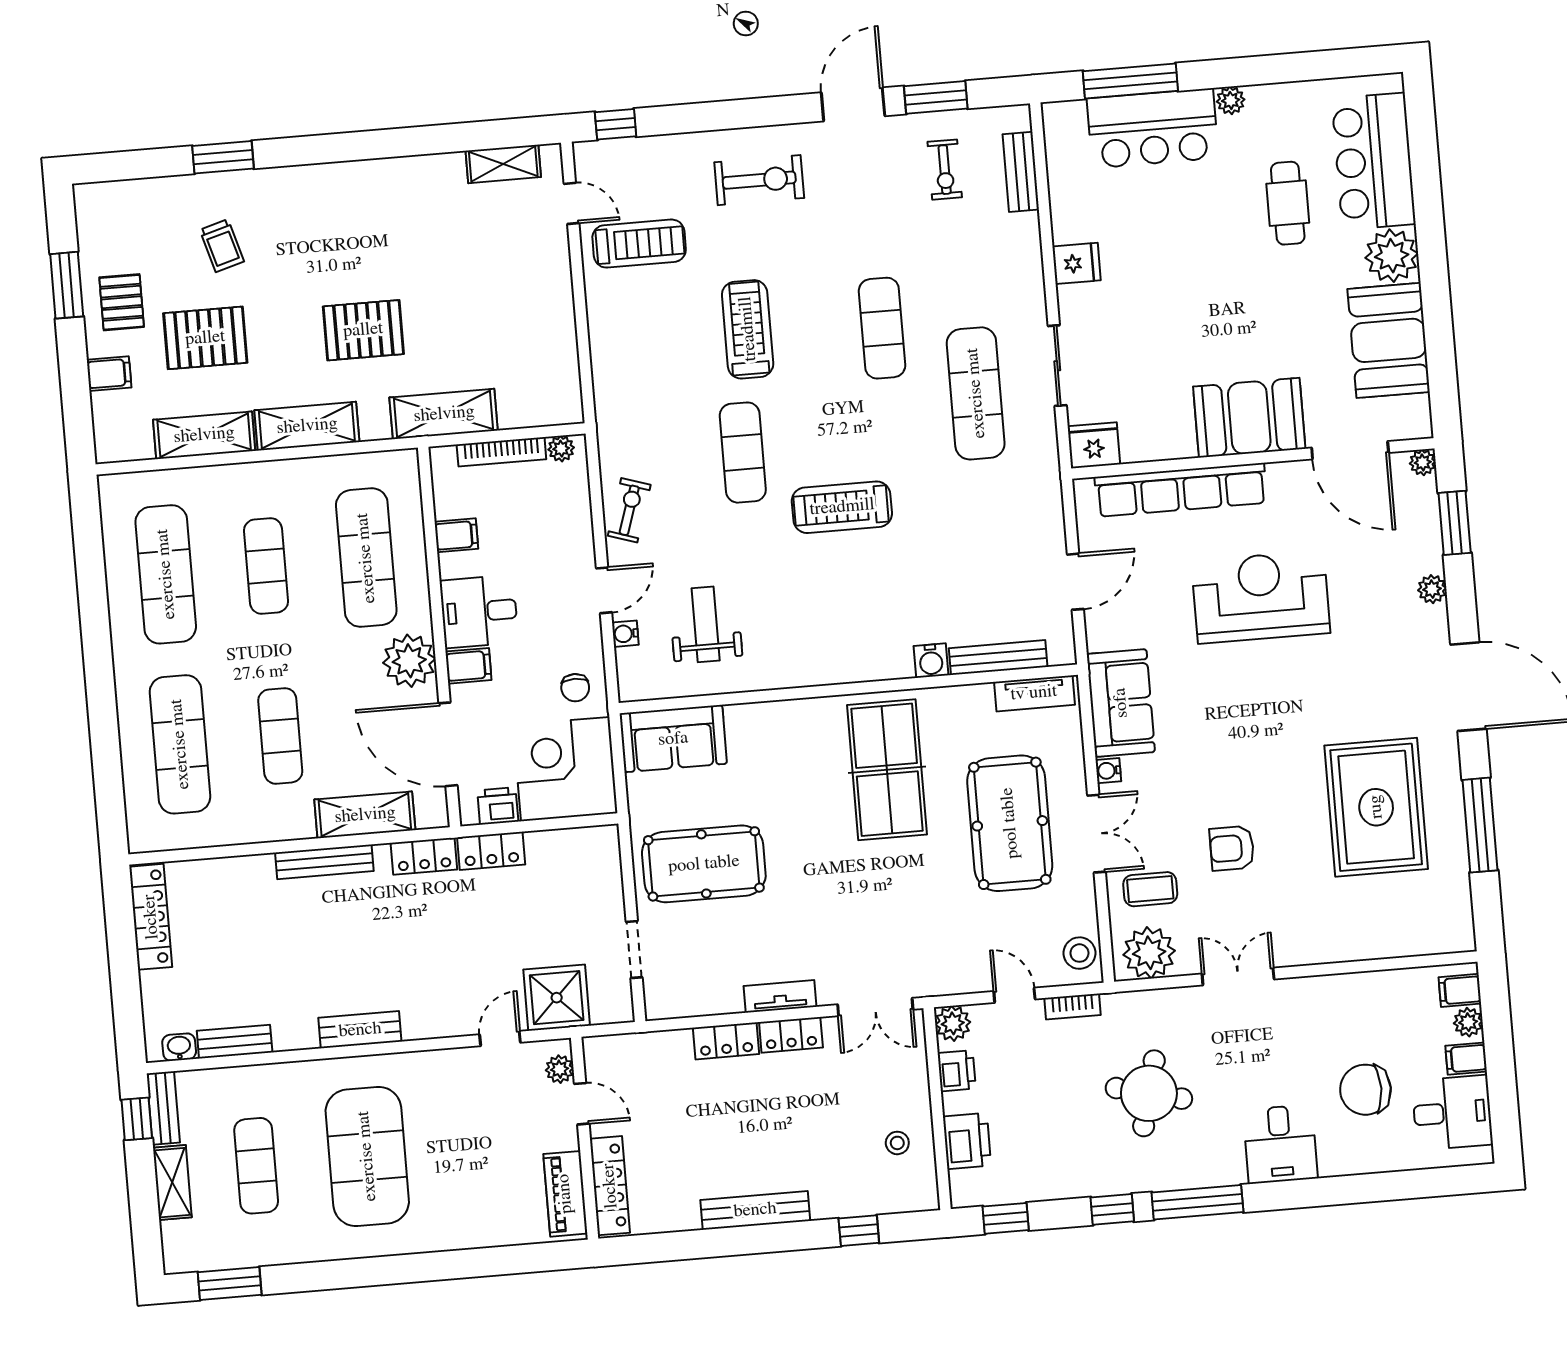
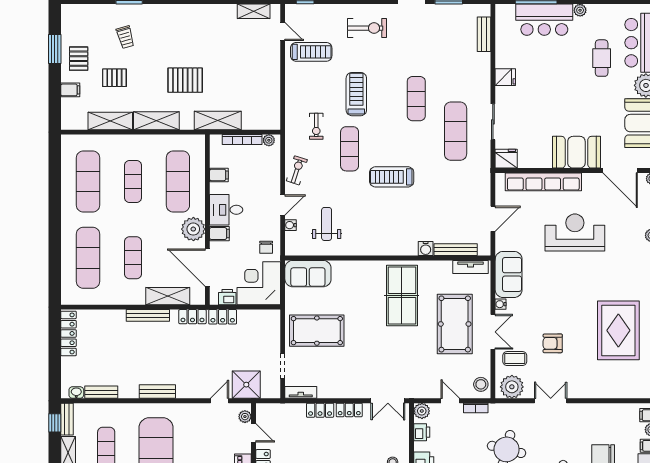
exercise bike: (945, 170) -> (316, 126), moved
pallet: (205, 338) -> (114, 78), width x0.67, depth x0.71
tv unit: (780, 996) -> (301, 392), moved

